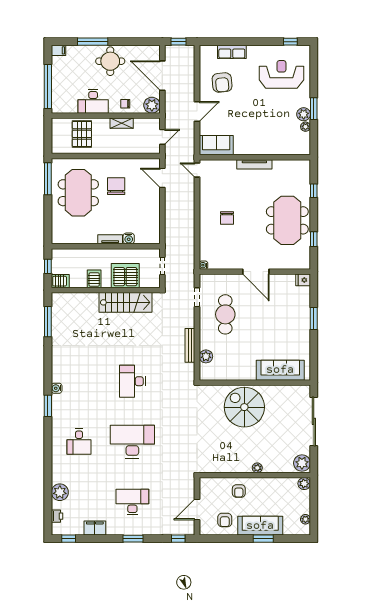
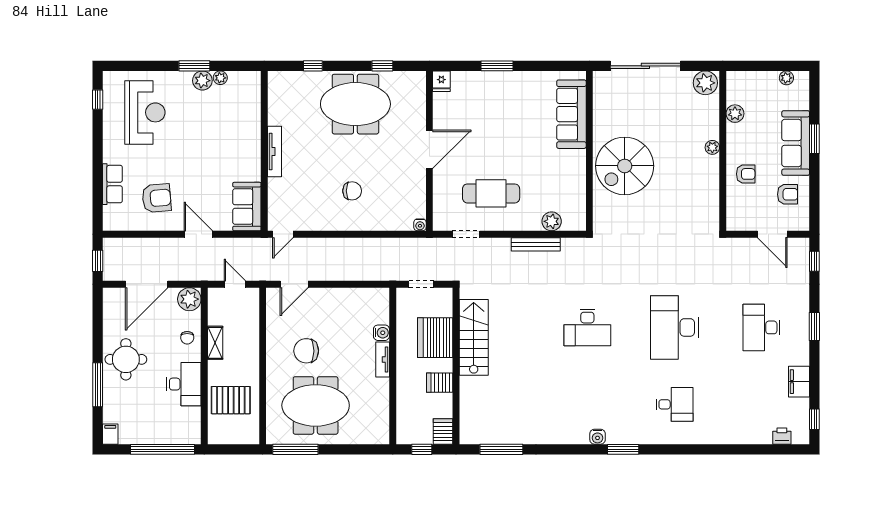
reception desk: (281, 74) -> (145, 112), turned 180
plant: (304, 484) -> (735, 114), moved
plant: (60, 492) -> (747, 432), removed

